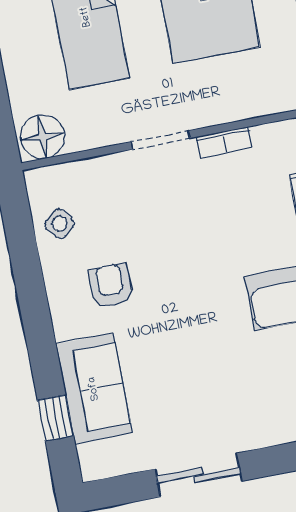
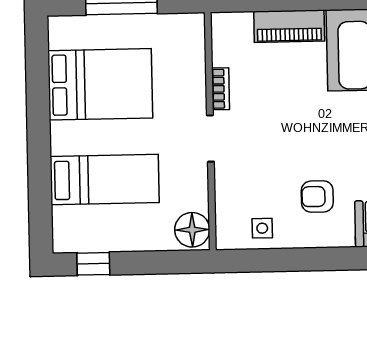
side table: (60, 224) -> (262, 228), turned 38

